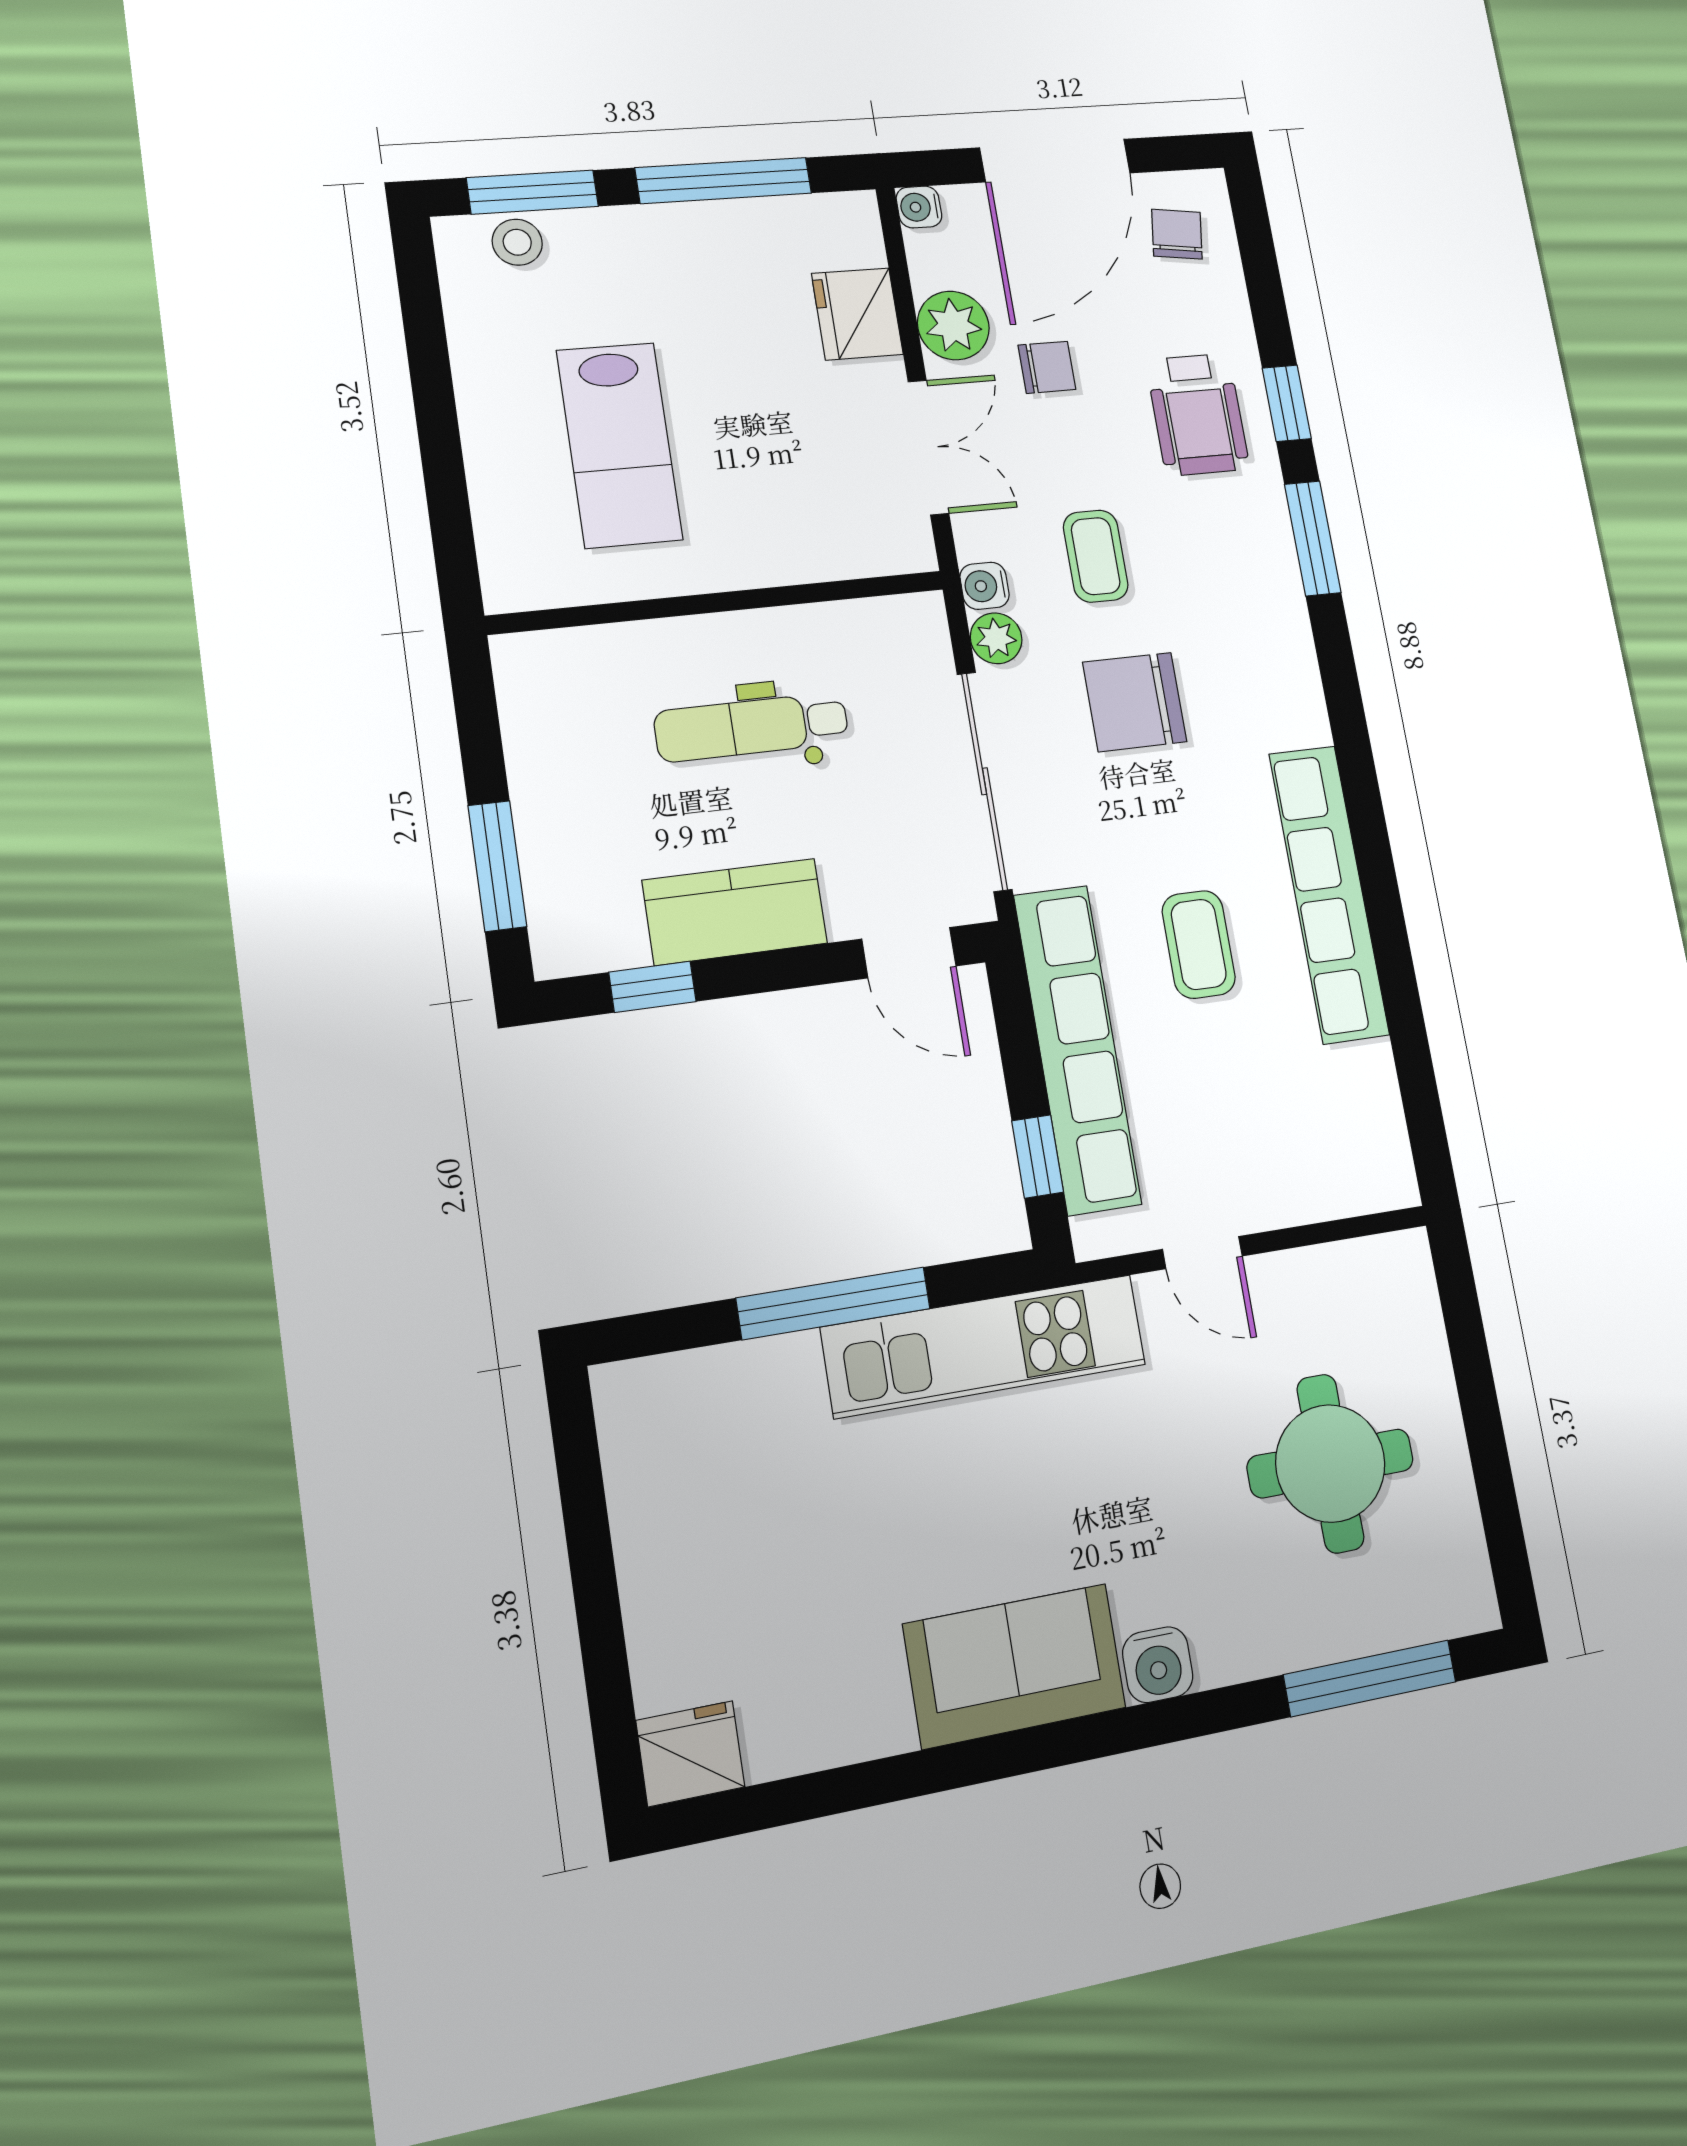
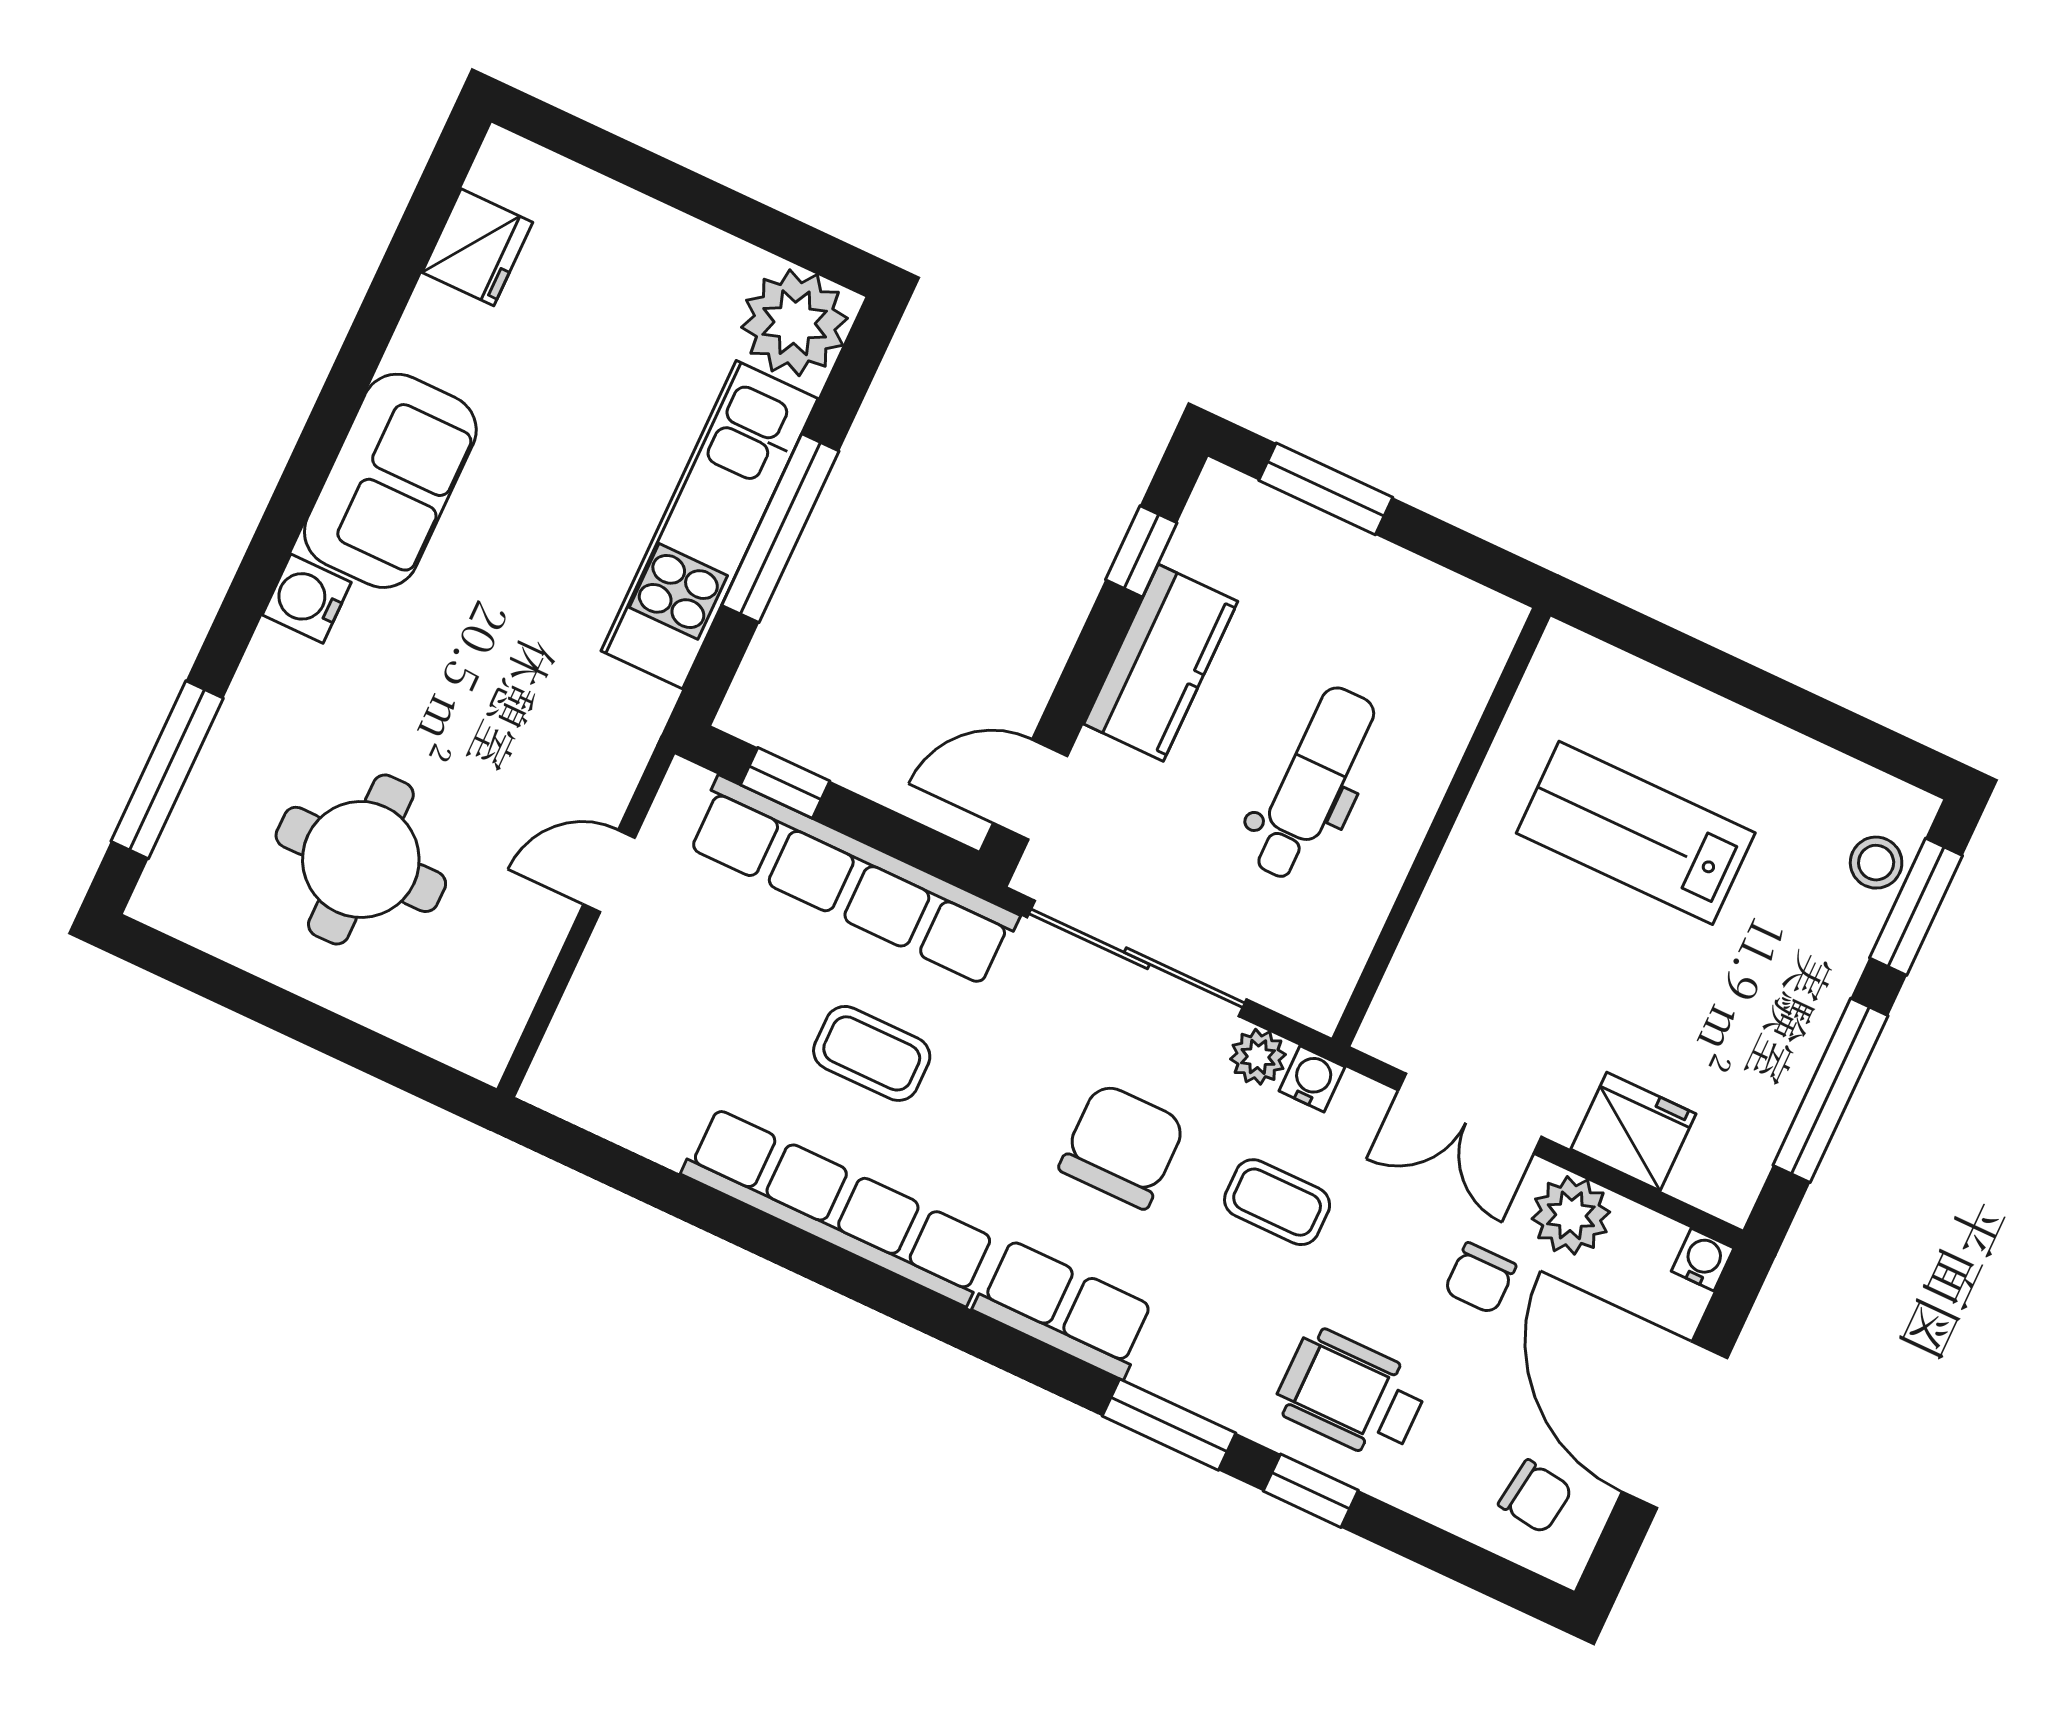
row of seats: (1284, 670) -> (1064, 1309), added
kitchen unit: (984, 1346) -> (709, 525), moved
plant: (650, 1412) -> (795, 323), added
fridge: (690, 1754) -> (477, 247), moved

